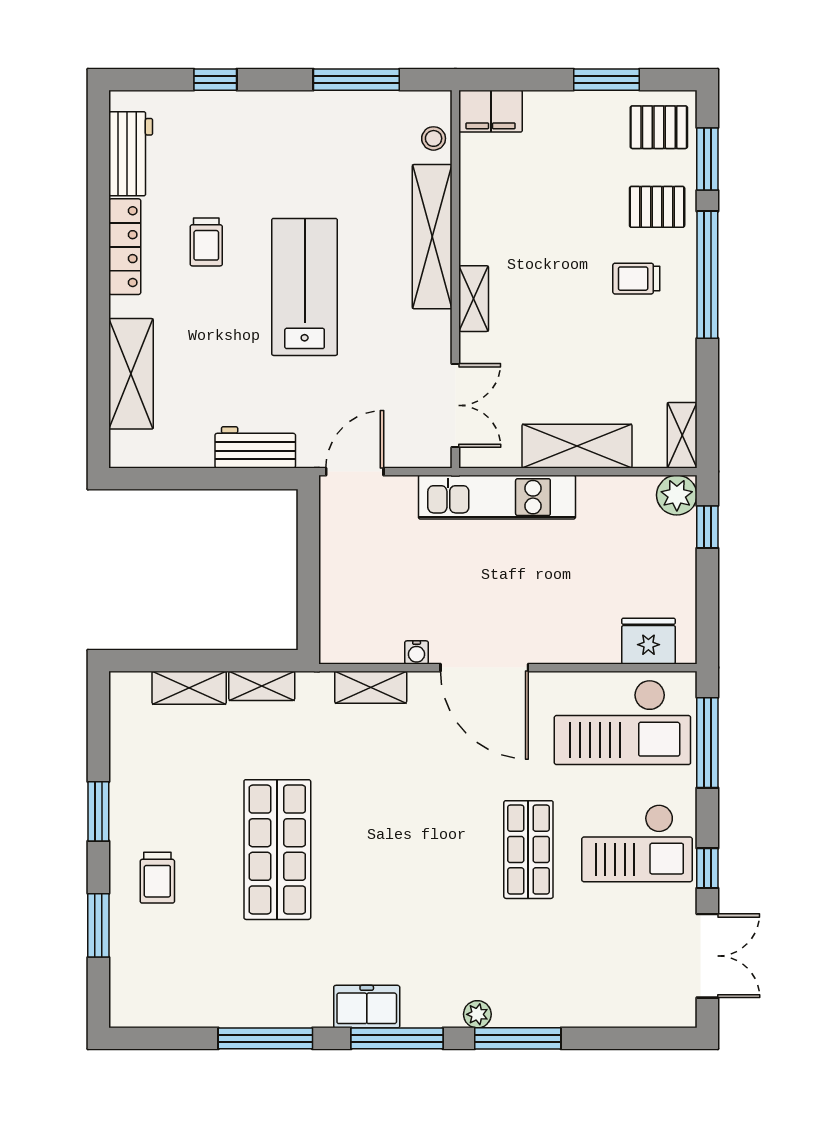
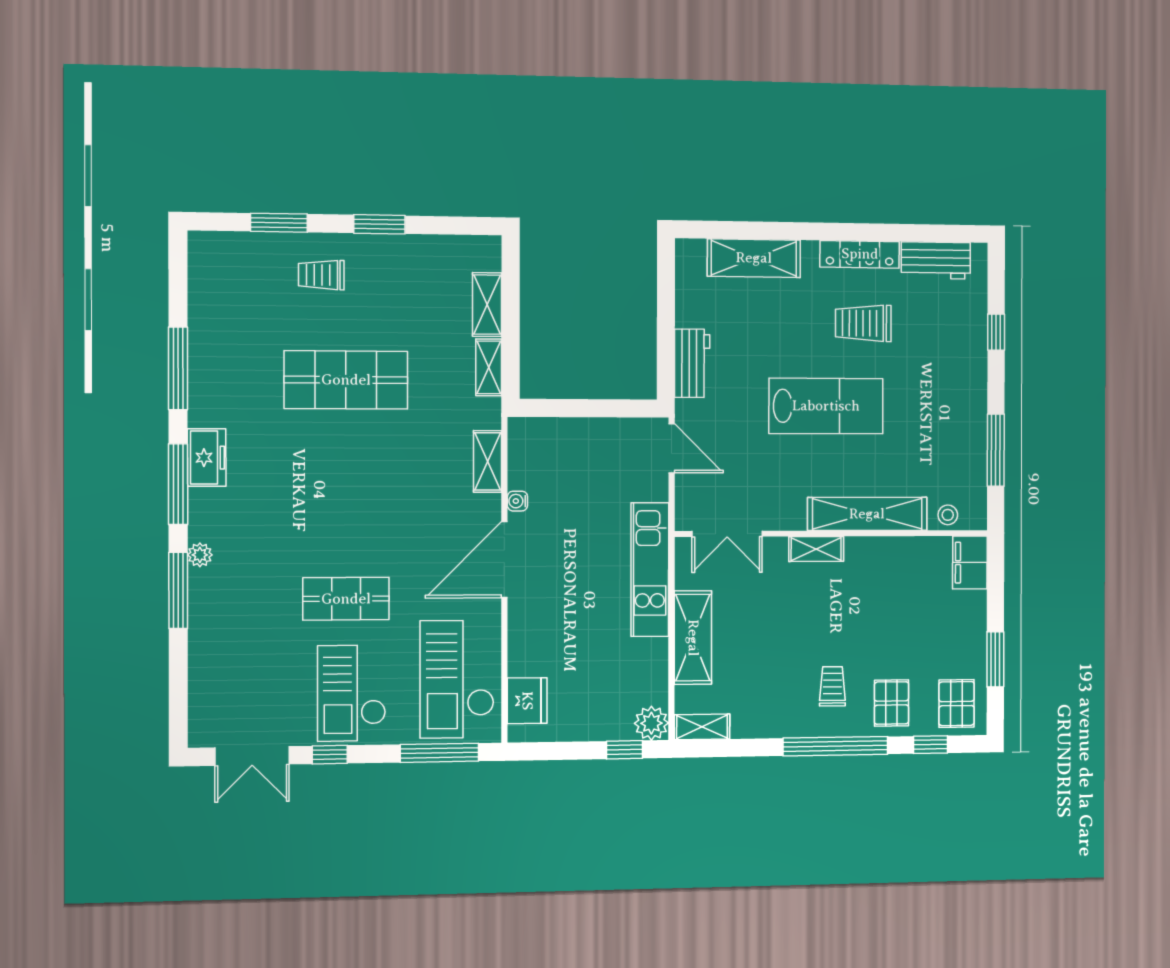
window: (707, 159) -> (930, 745), width x0.67
trolley: (206, 242) -> (863, 323), width x1.36, depth x1.39

